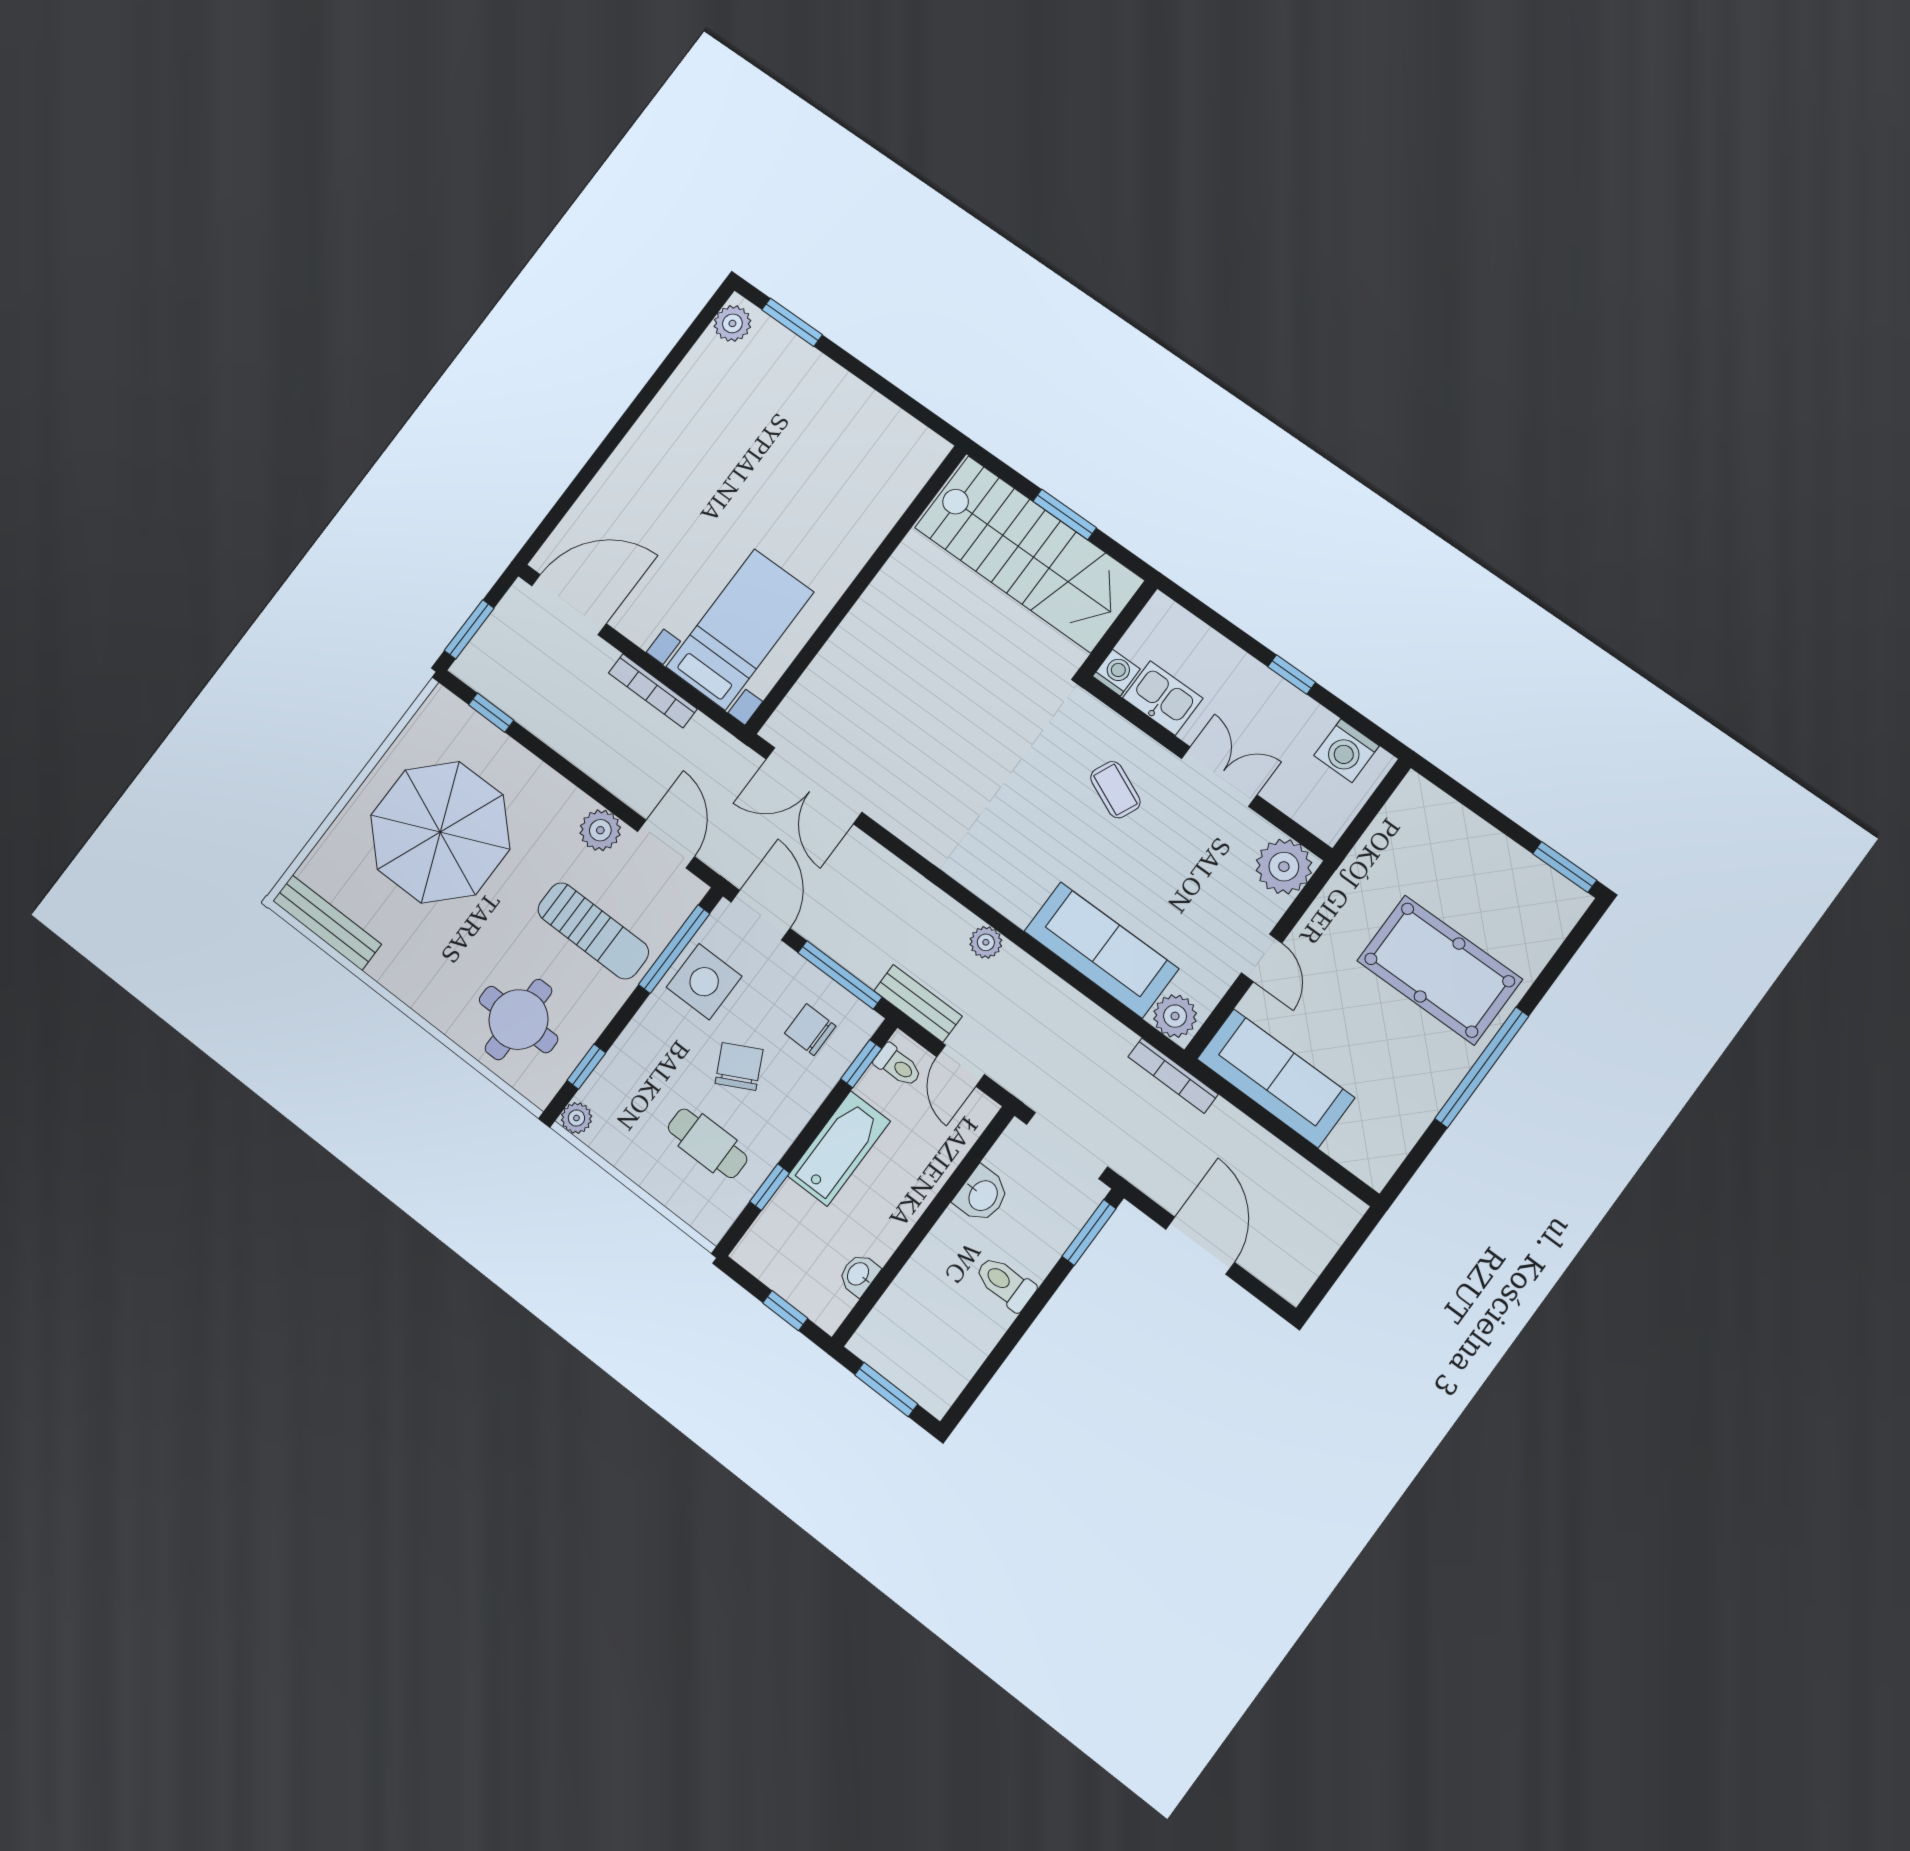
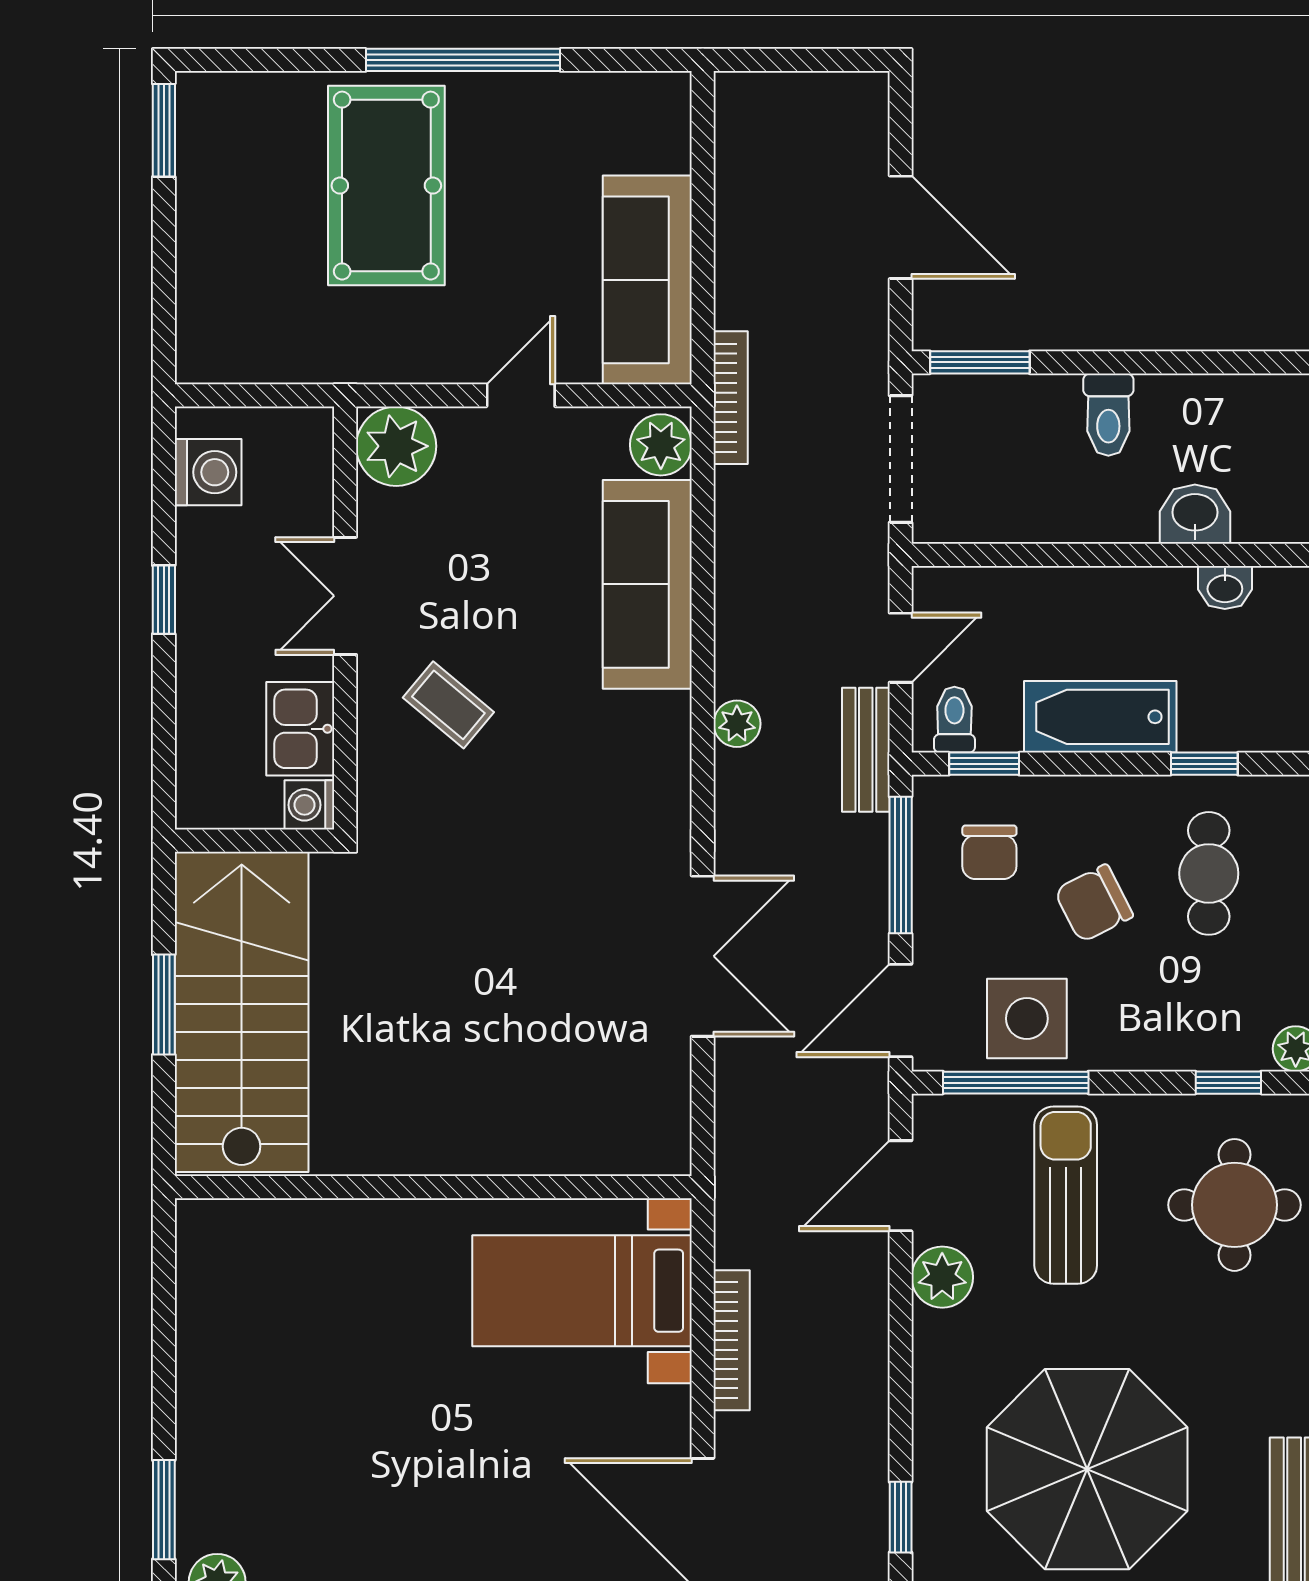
double door: (814, 786) -> (703, 956), moved
coffee table: (1115, 790) -> (448, 705), turned -74
washbasin: (982, 1195) -> (1195, 514), moved
door: (1200, 1246) -> (901, 227), swing flipped

